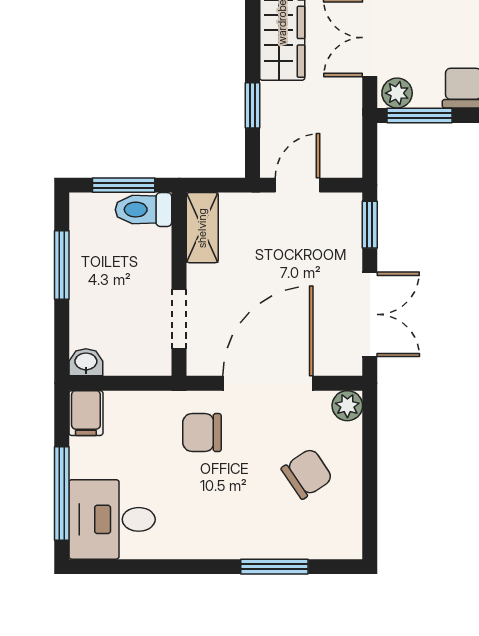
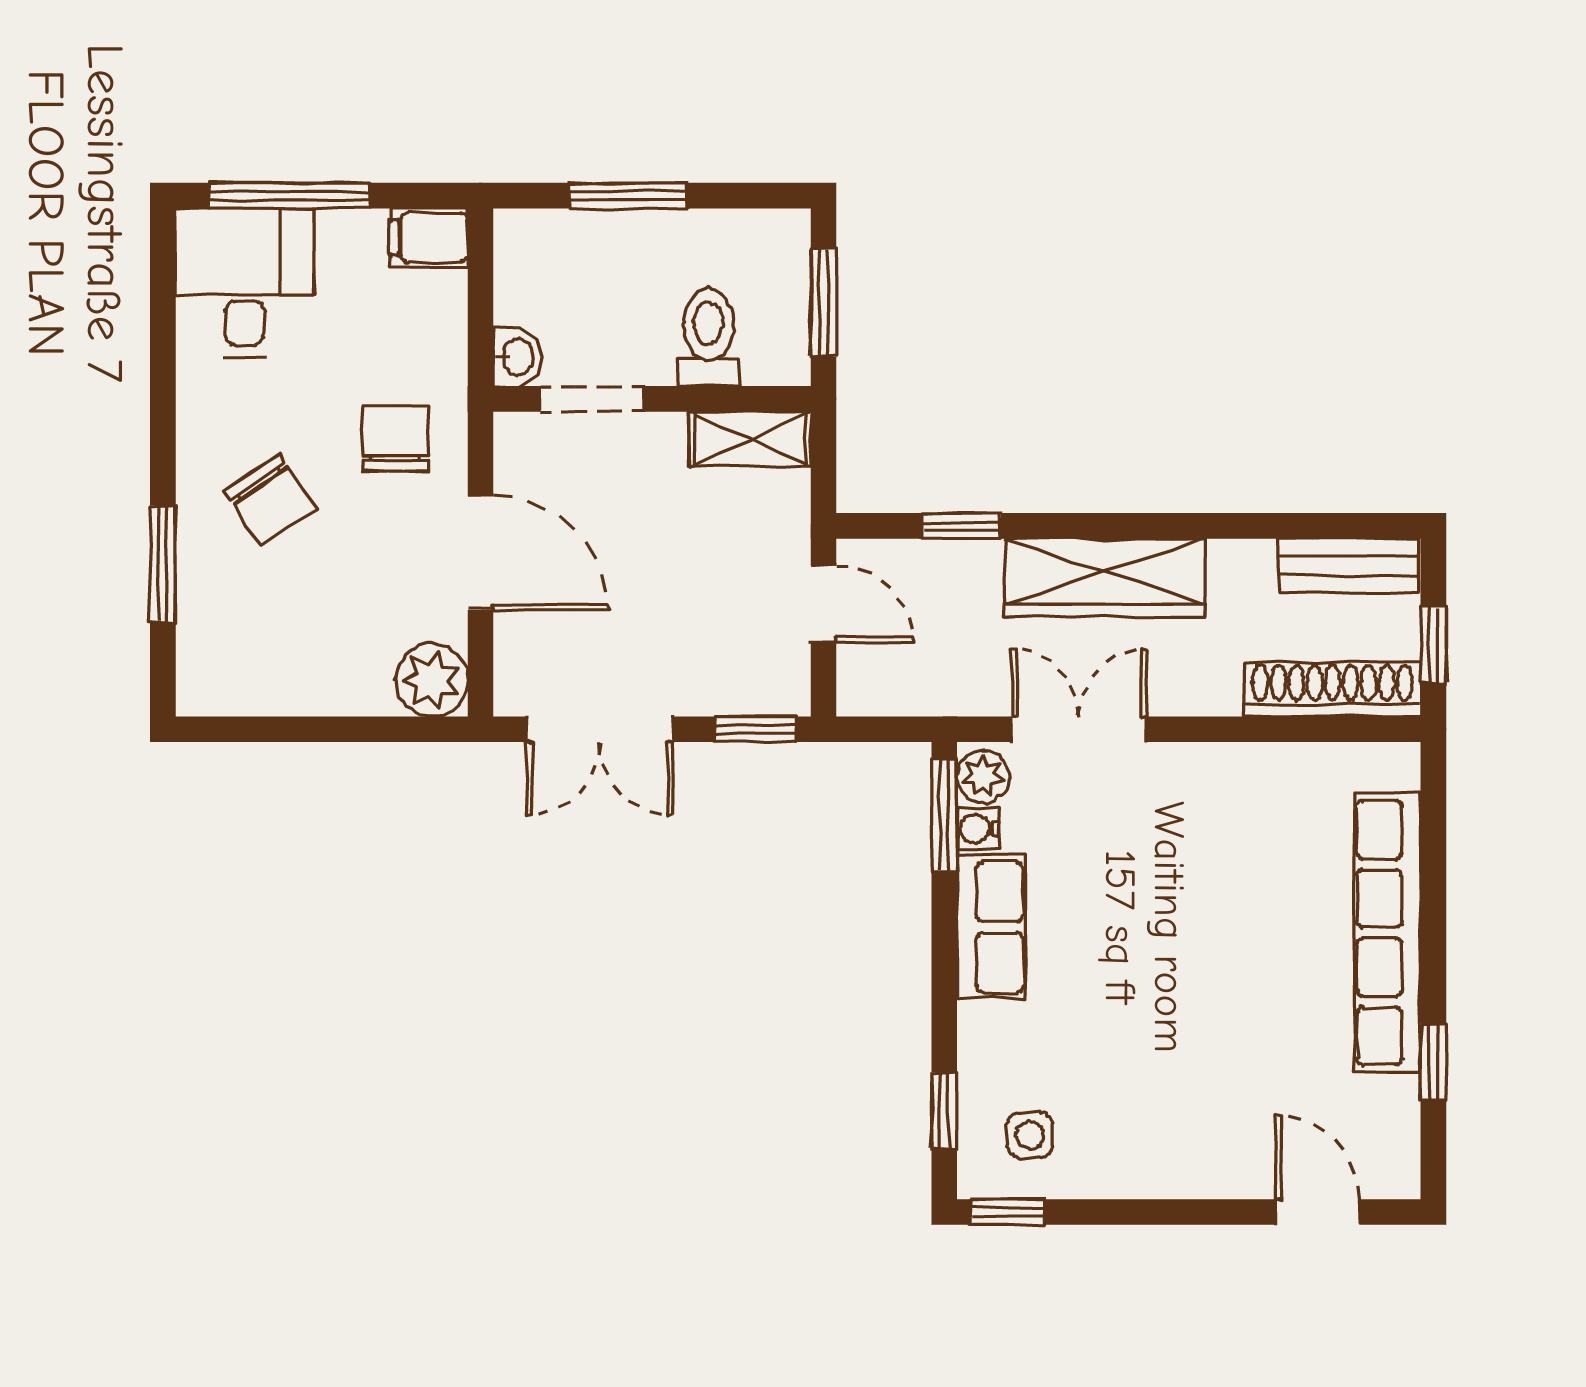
water cooler: (427, 96) -> (978, 829), added
toilet: (144, 210) -> (708, 337), moved
window: (62, 265) -> (628, 196), moved
washbasin: (86, 362) -> (517, 357), moved
door: (268, 383) -> (480, 553), width x0.73
plant: (347, 406) -> (432, 680), width x1.38, depth x1.38
chair: (307, 474) -> (270, 500), moved

